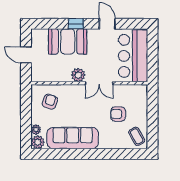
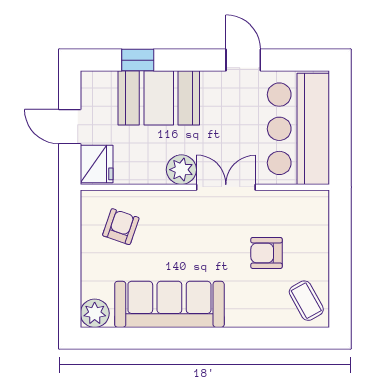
window: (76, 24) -> (138, 60), moved
fridge: (39, 72) -> (97, 164), added
double door: (99, 83) -> (226, 187), swing flipped
plant: (36, 130) -> (91, 286), removed

